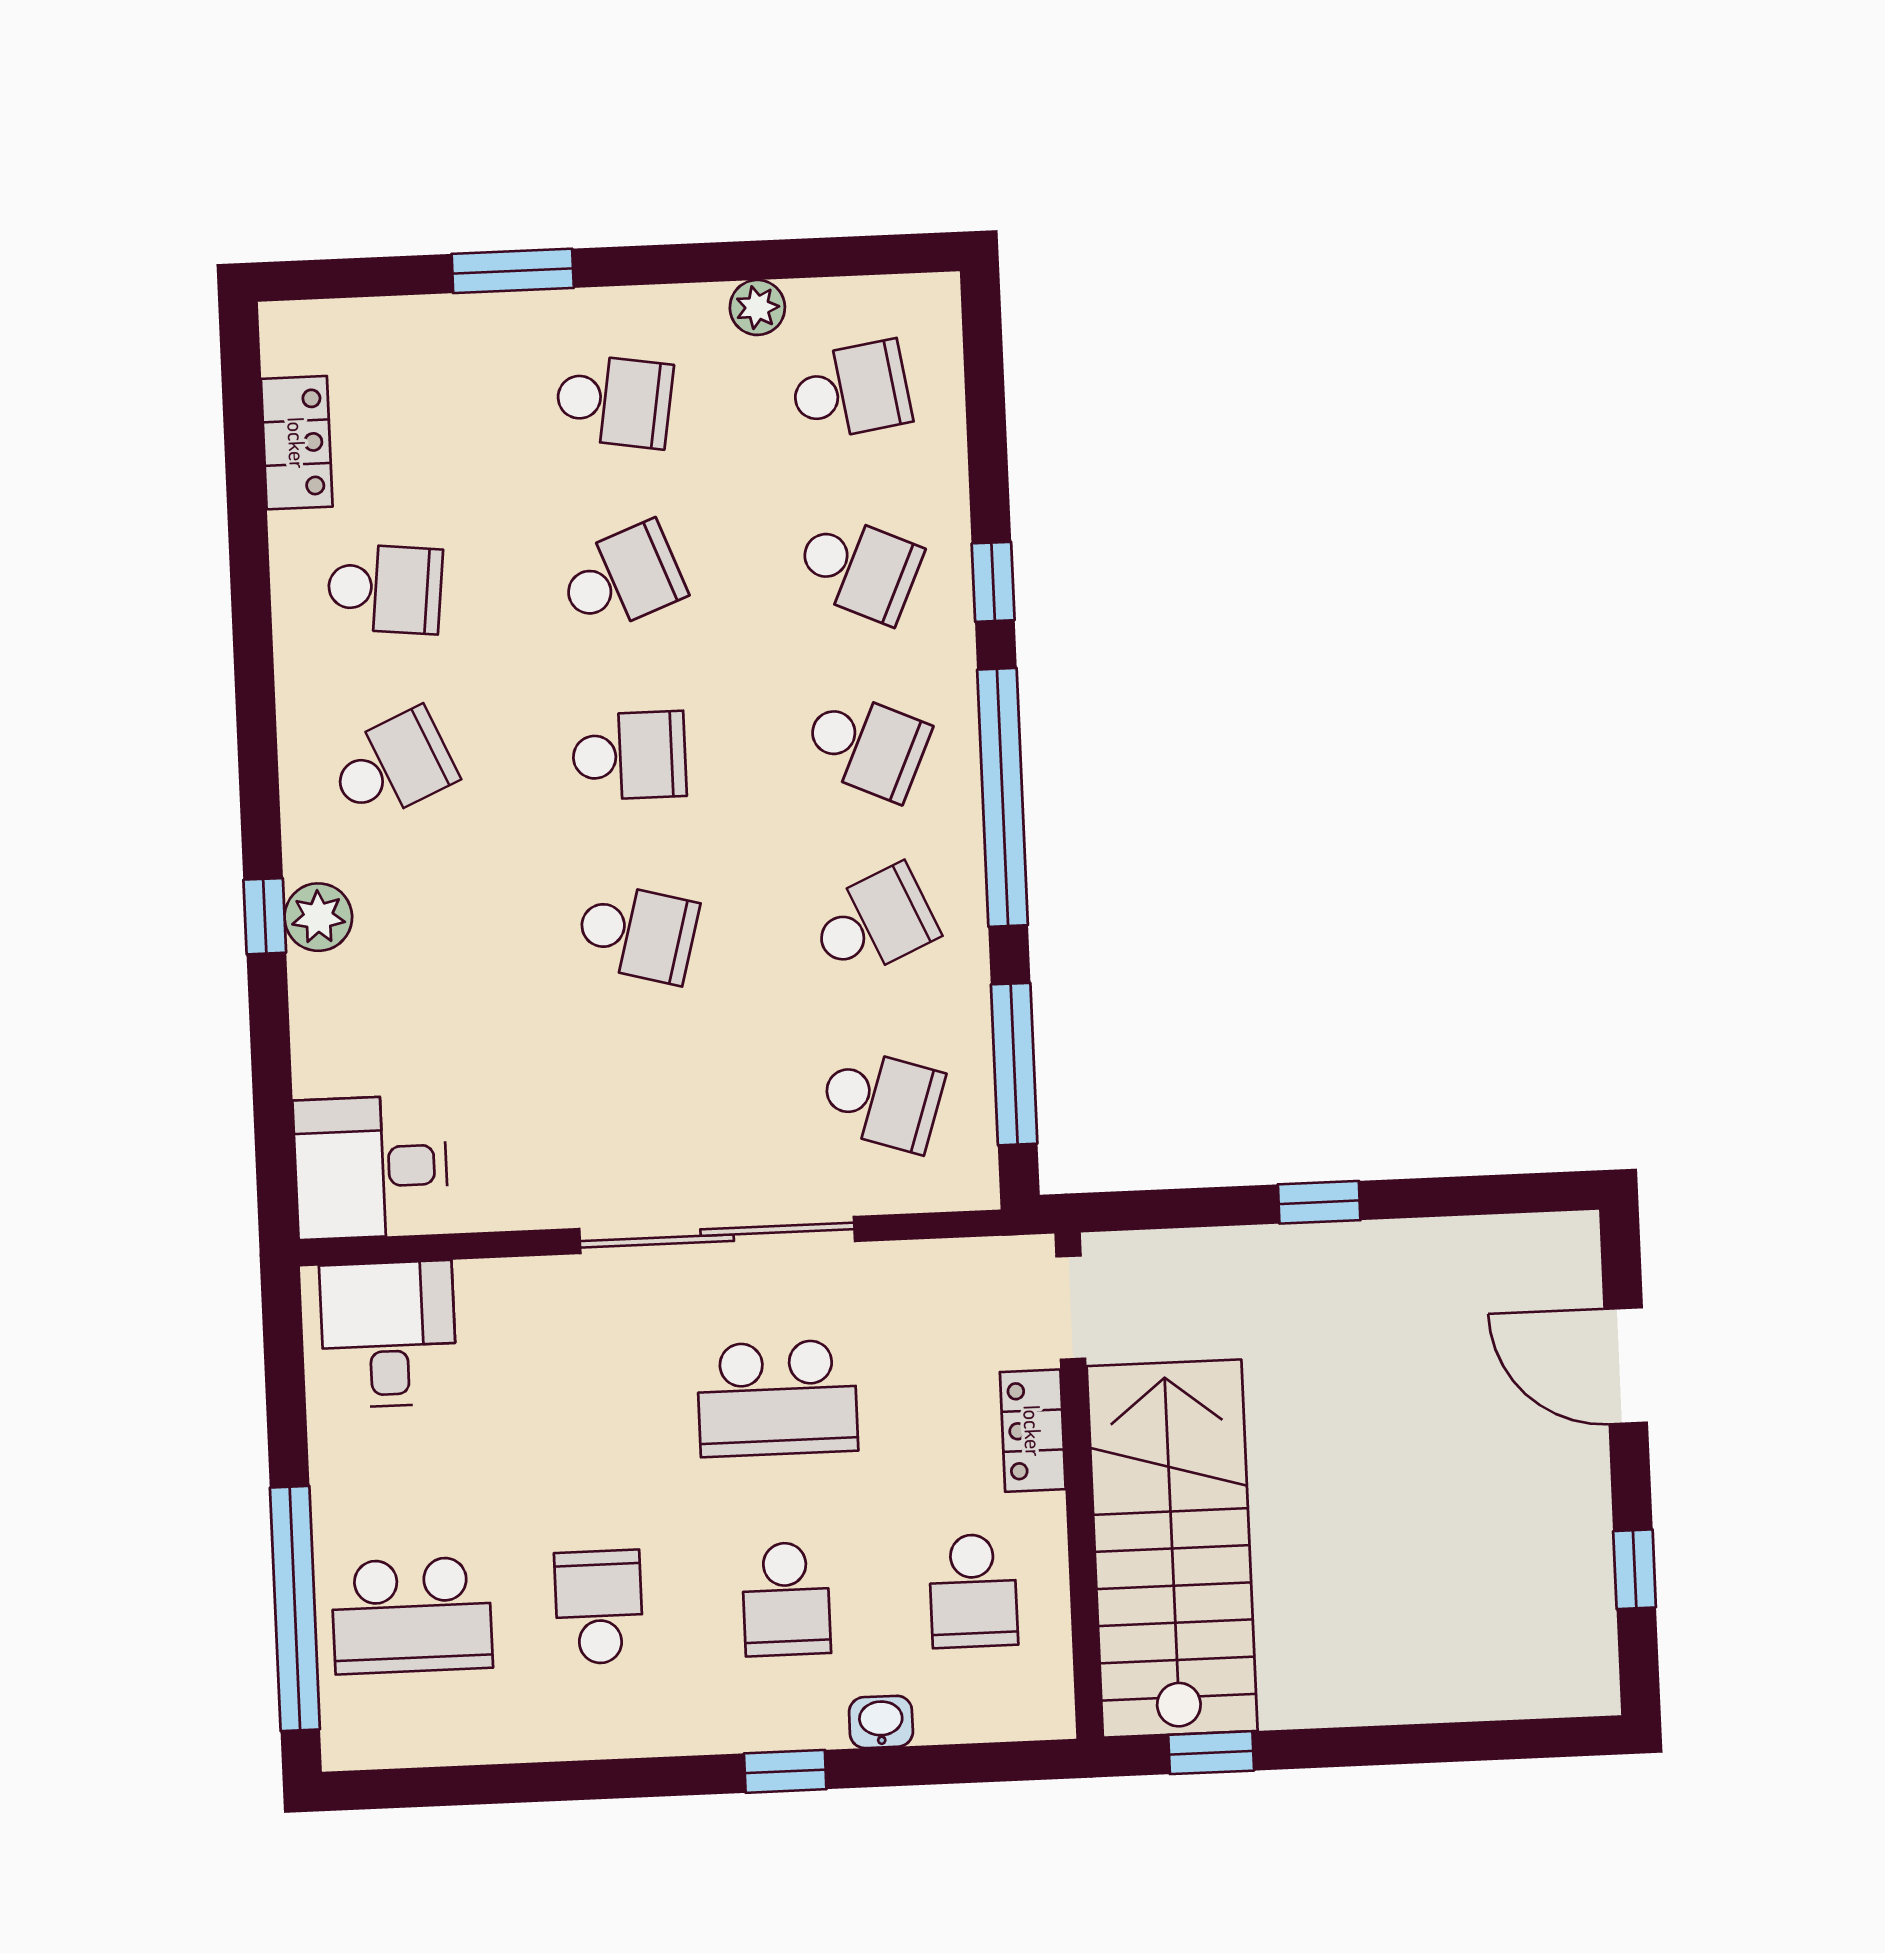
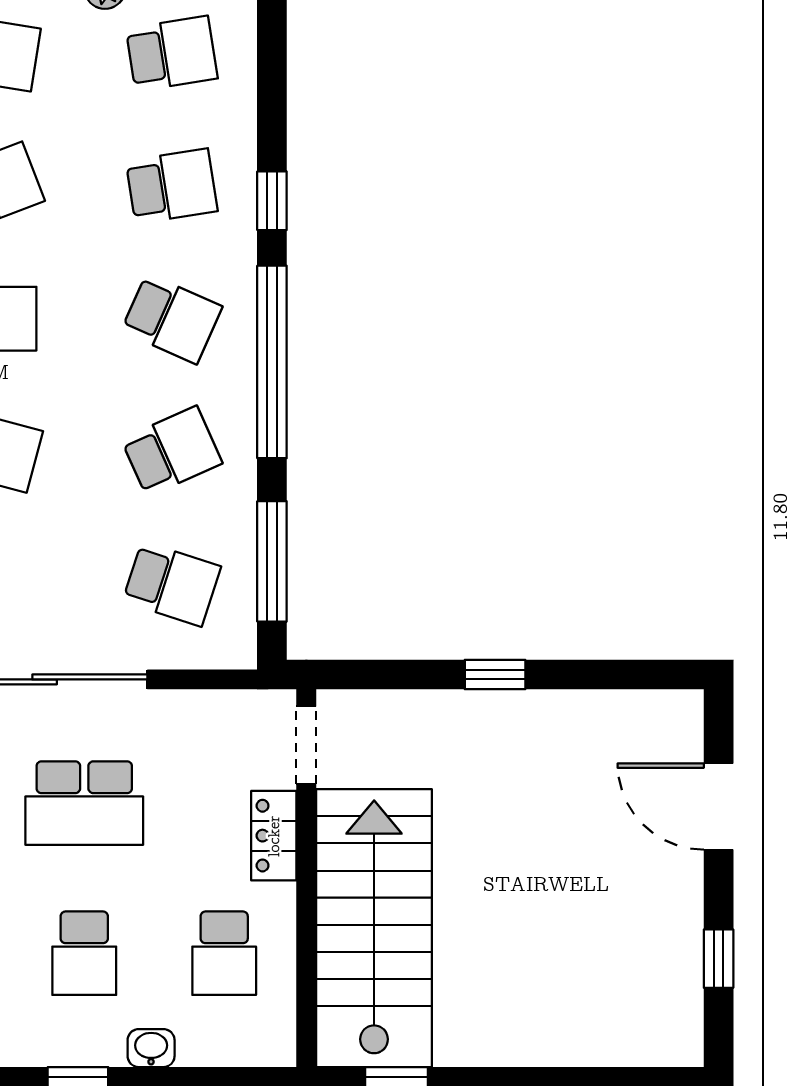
school desk: (858, 568) -> (172, 186), turned -33

